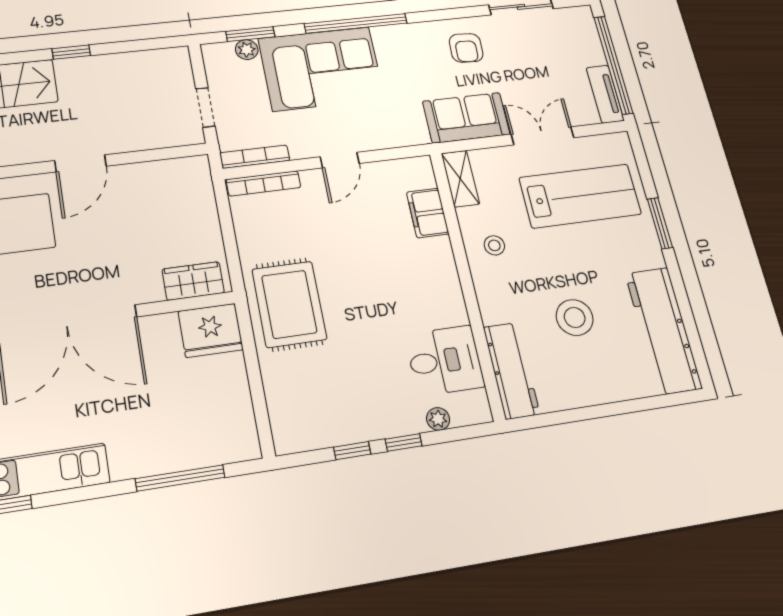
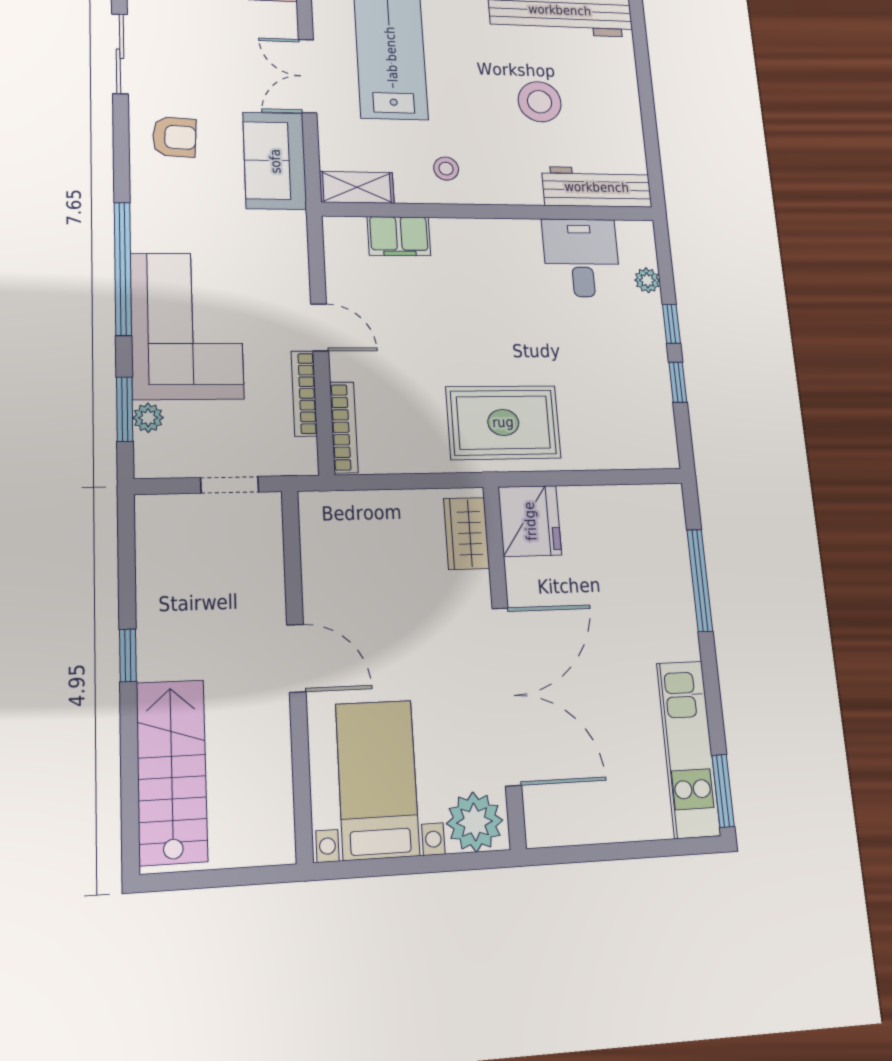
bookcase: (255, 157) -> (304, 393), moved

